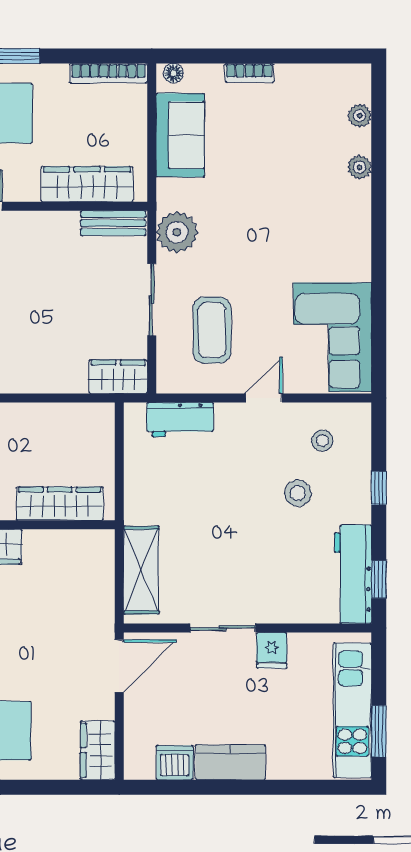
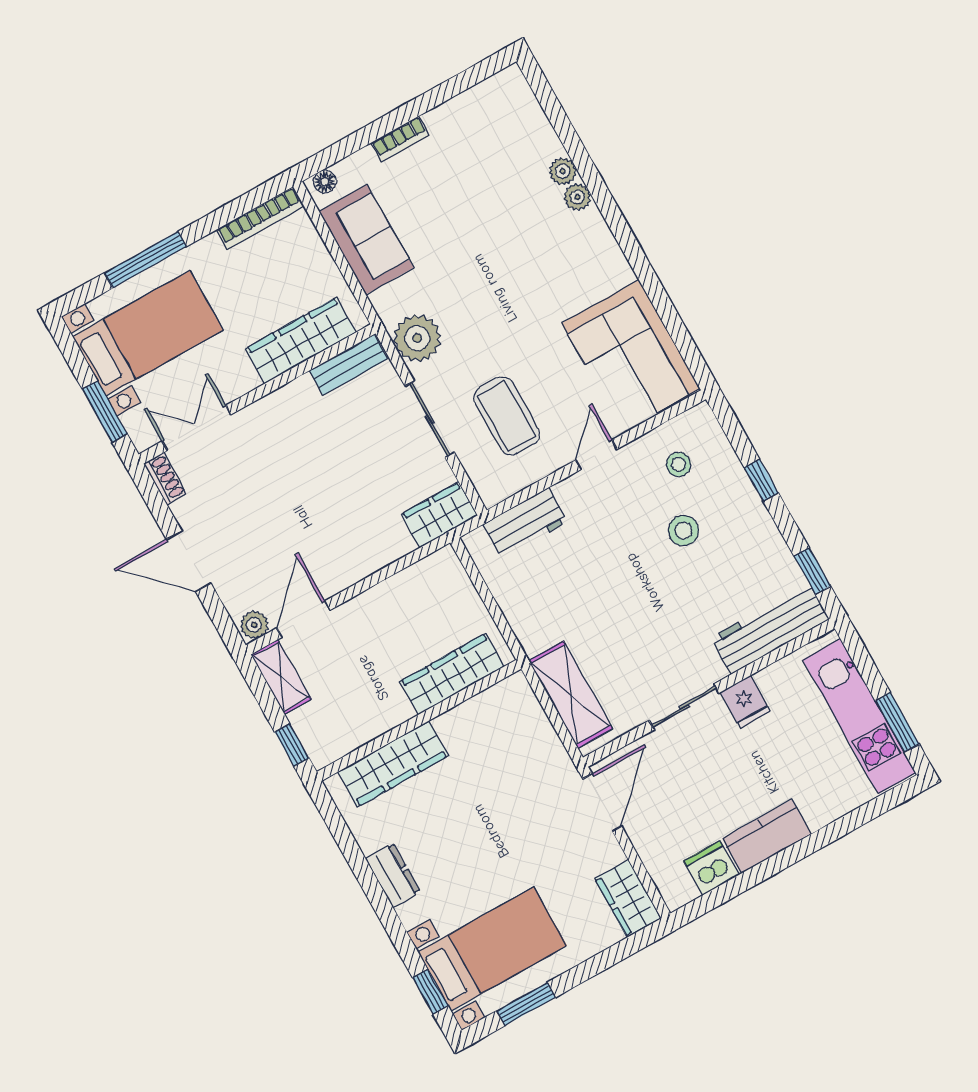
plant: (360, 116) -> (577, 197), moved
workbench: (353, 574) -> (770, 628), moved, turned 90

